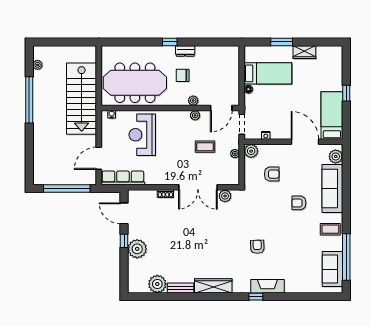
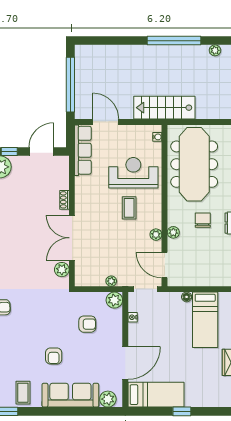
stairs: (82, 99) -> (164, 108), width x0.73, depth x0.66
coffee table: (205, 147) -> (129, 208), moved
armchair: (272, 174) -> (87, 324), turned -90
armchair: (299, 203) -> (54, 356), turned 180

